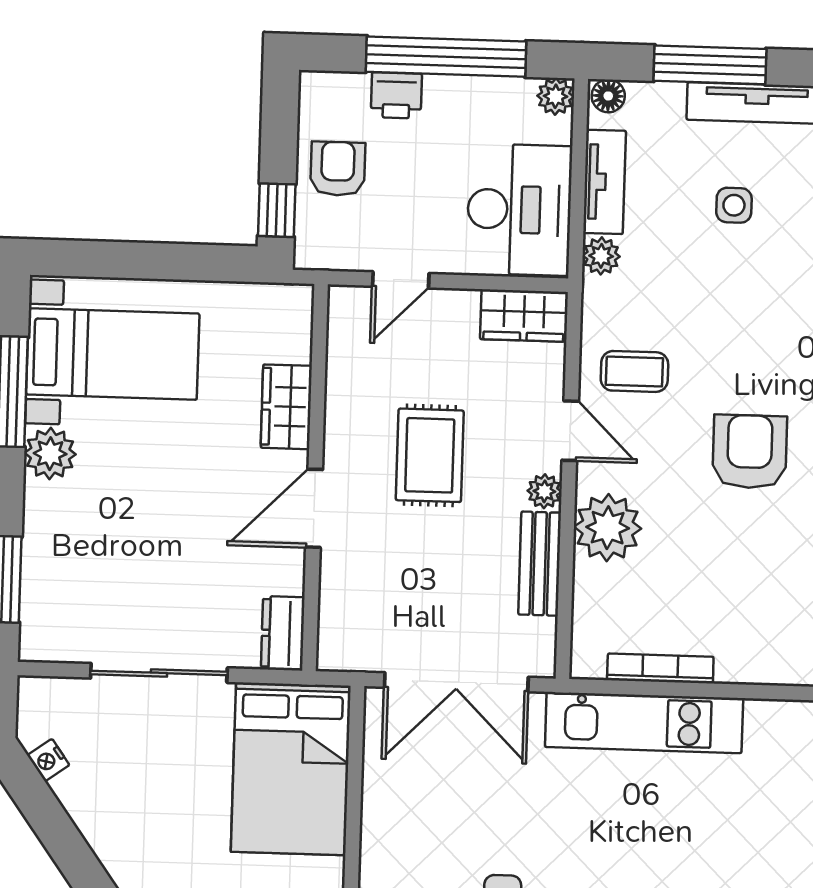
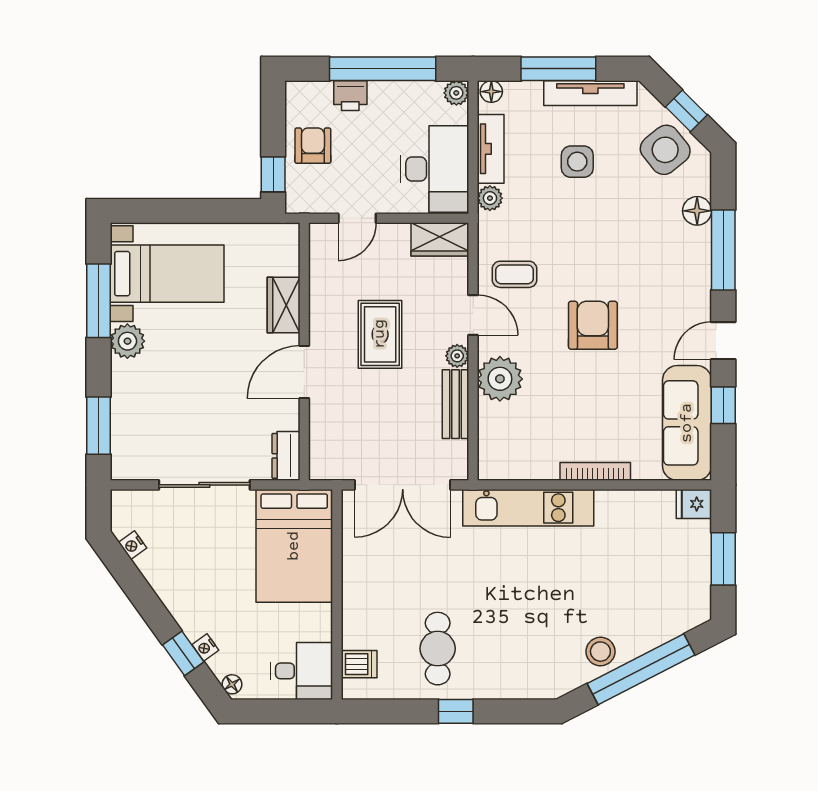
side table: (734, 205) -> (577, 162), width x1.37, depth x1.37
bookcase: (660, 668) -> (595, 471), moved

